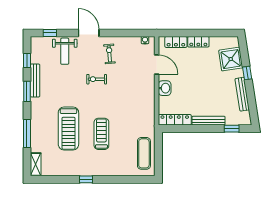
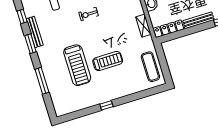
treadmill: (101, 134) -> (108, 61), turned 90
shelving: (36, 164) -> (143, 26), moved

